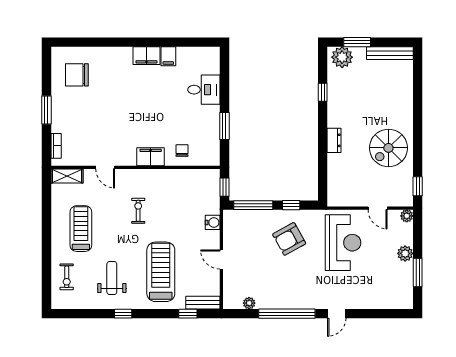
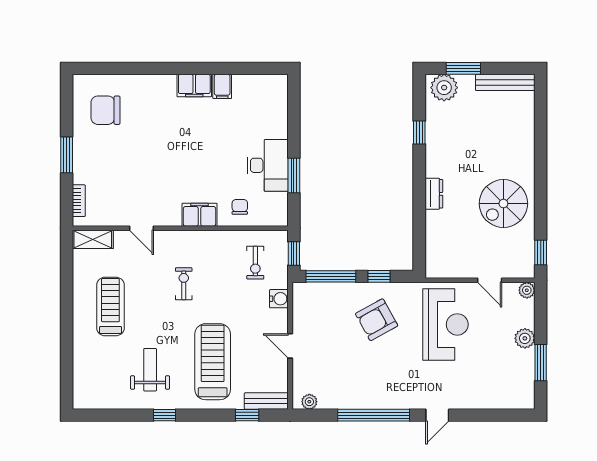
desk: (204, 90) -> (268, 165), moved, width x1.37
exercise bike: (67, 277) -> (255, 263), moved
plant: (249, 303) -> (309, 402), moved

